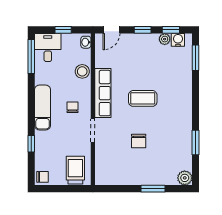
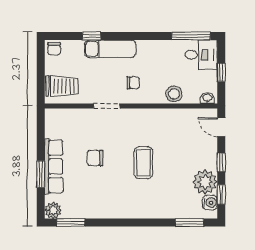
plant: (165, 39) -> (205, 182), width x1.88, depth x1.88
row of seats: (103, 93) -> (54, 166), moved, turned -90
exam couch: (43, 107) -> (110, 49), moved
window: (196, 142) -> (71, 223), moved

